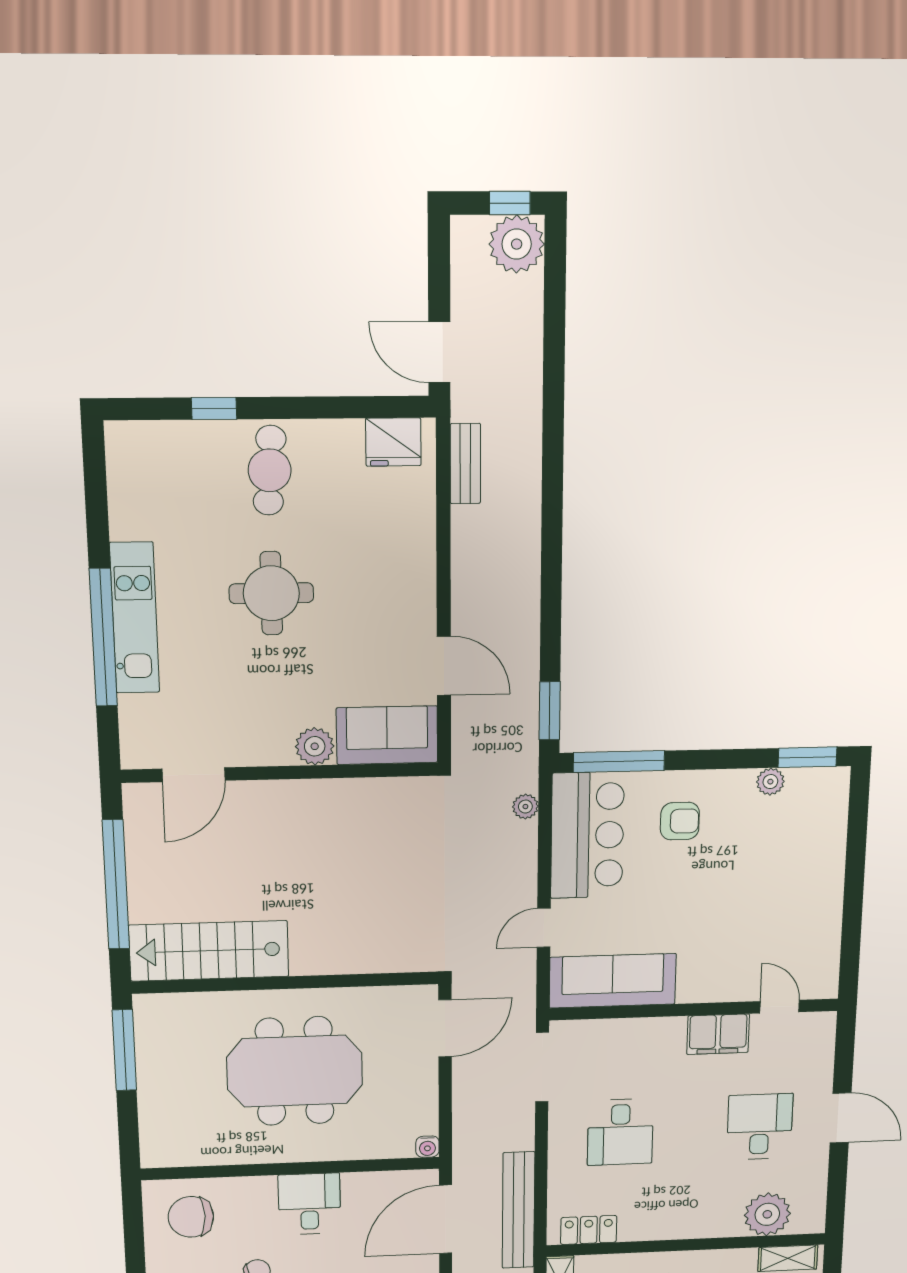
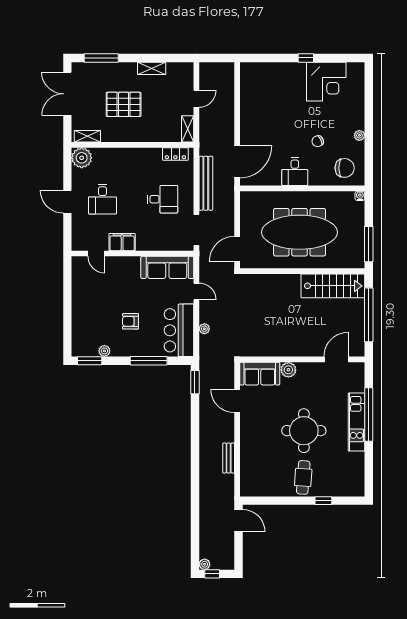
plant: (517, 244) -> (205, 564), width x0.53, depth x0.53
fridge: (393, 442) -> (256, 488), removed
bench: (465, 464) -> (229, 458), moved
round table: (271, 593) -> (304, 431), width x1.36, depth x1.36
window: (619, 762) -> (149, 361), moved
plant: (525, 807) -> (204, 329), moved
armchair: (680, 821) -> (131, 321), moved
door: (544, 928) -> (196, 291), hinge flipped
meeting table: (295, 1071) -> (300, 232), width x1.36
desk: (620, 1132) -> (163, 199), turned 90
water cooler: (427, 1147) -> (360, 196), moved
bench: (518, 1210) -> (206, 183), moved
plant: (767, 1214) -> (82, 158), moved

